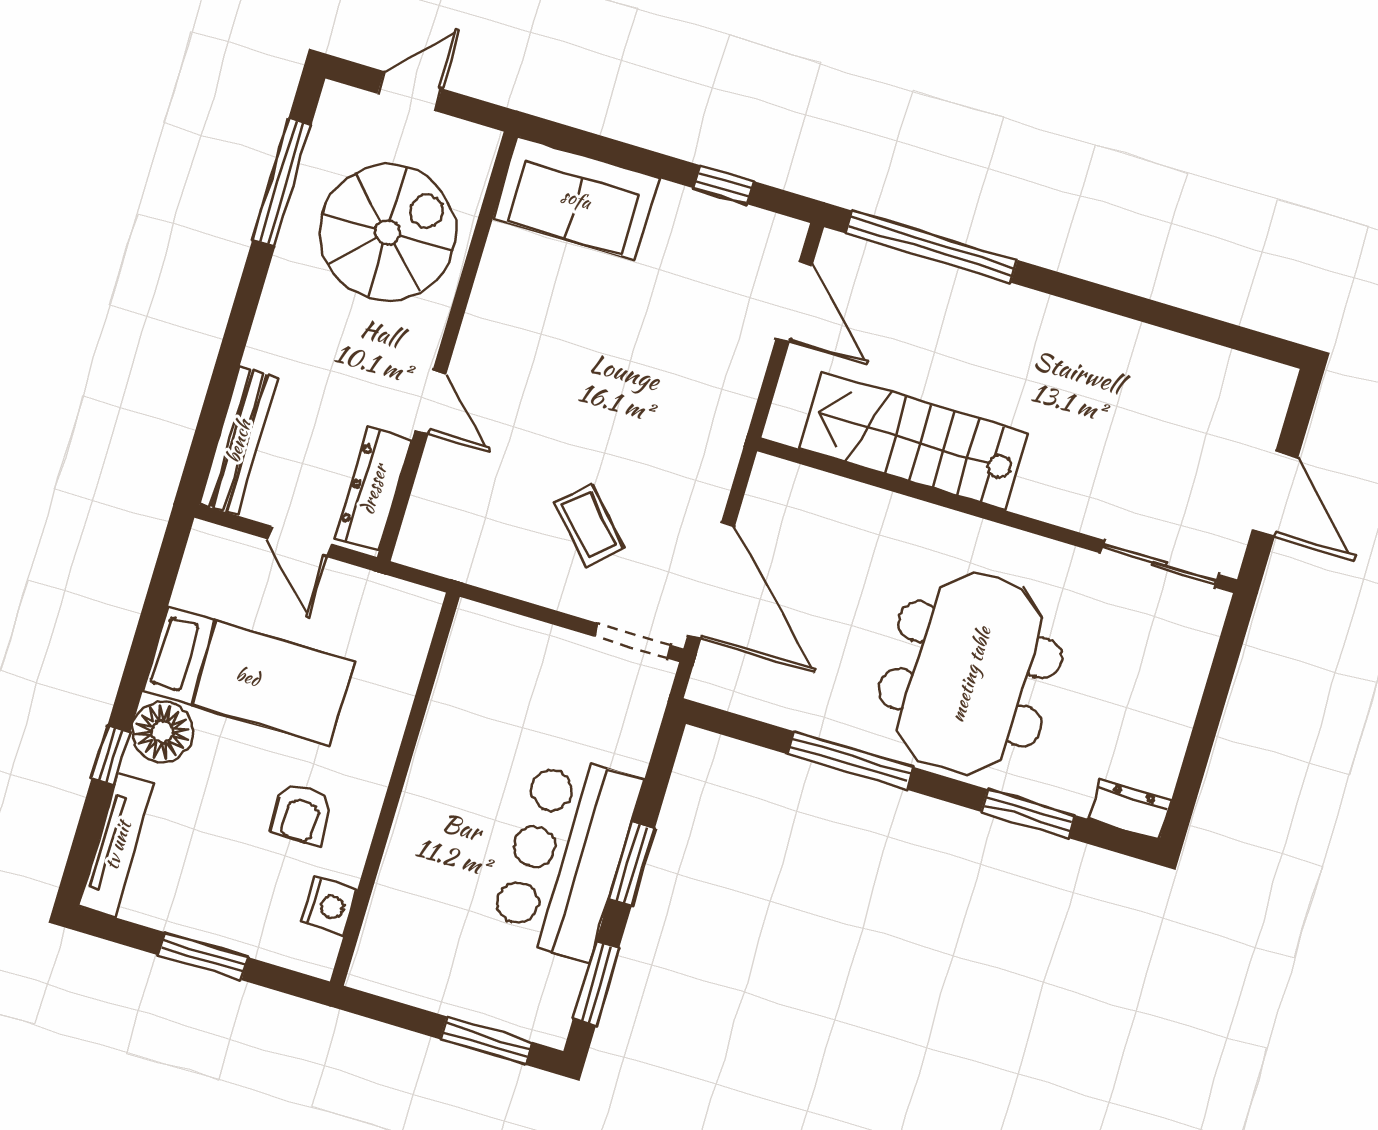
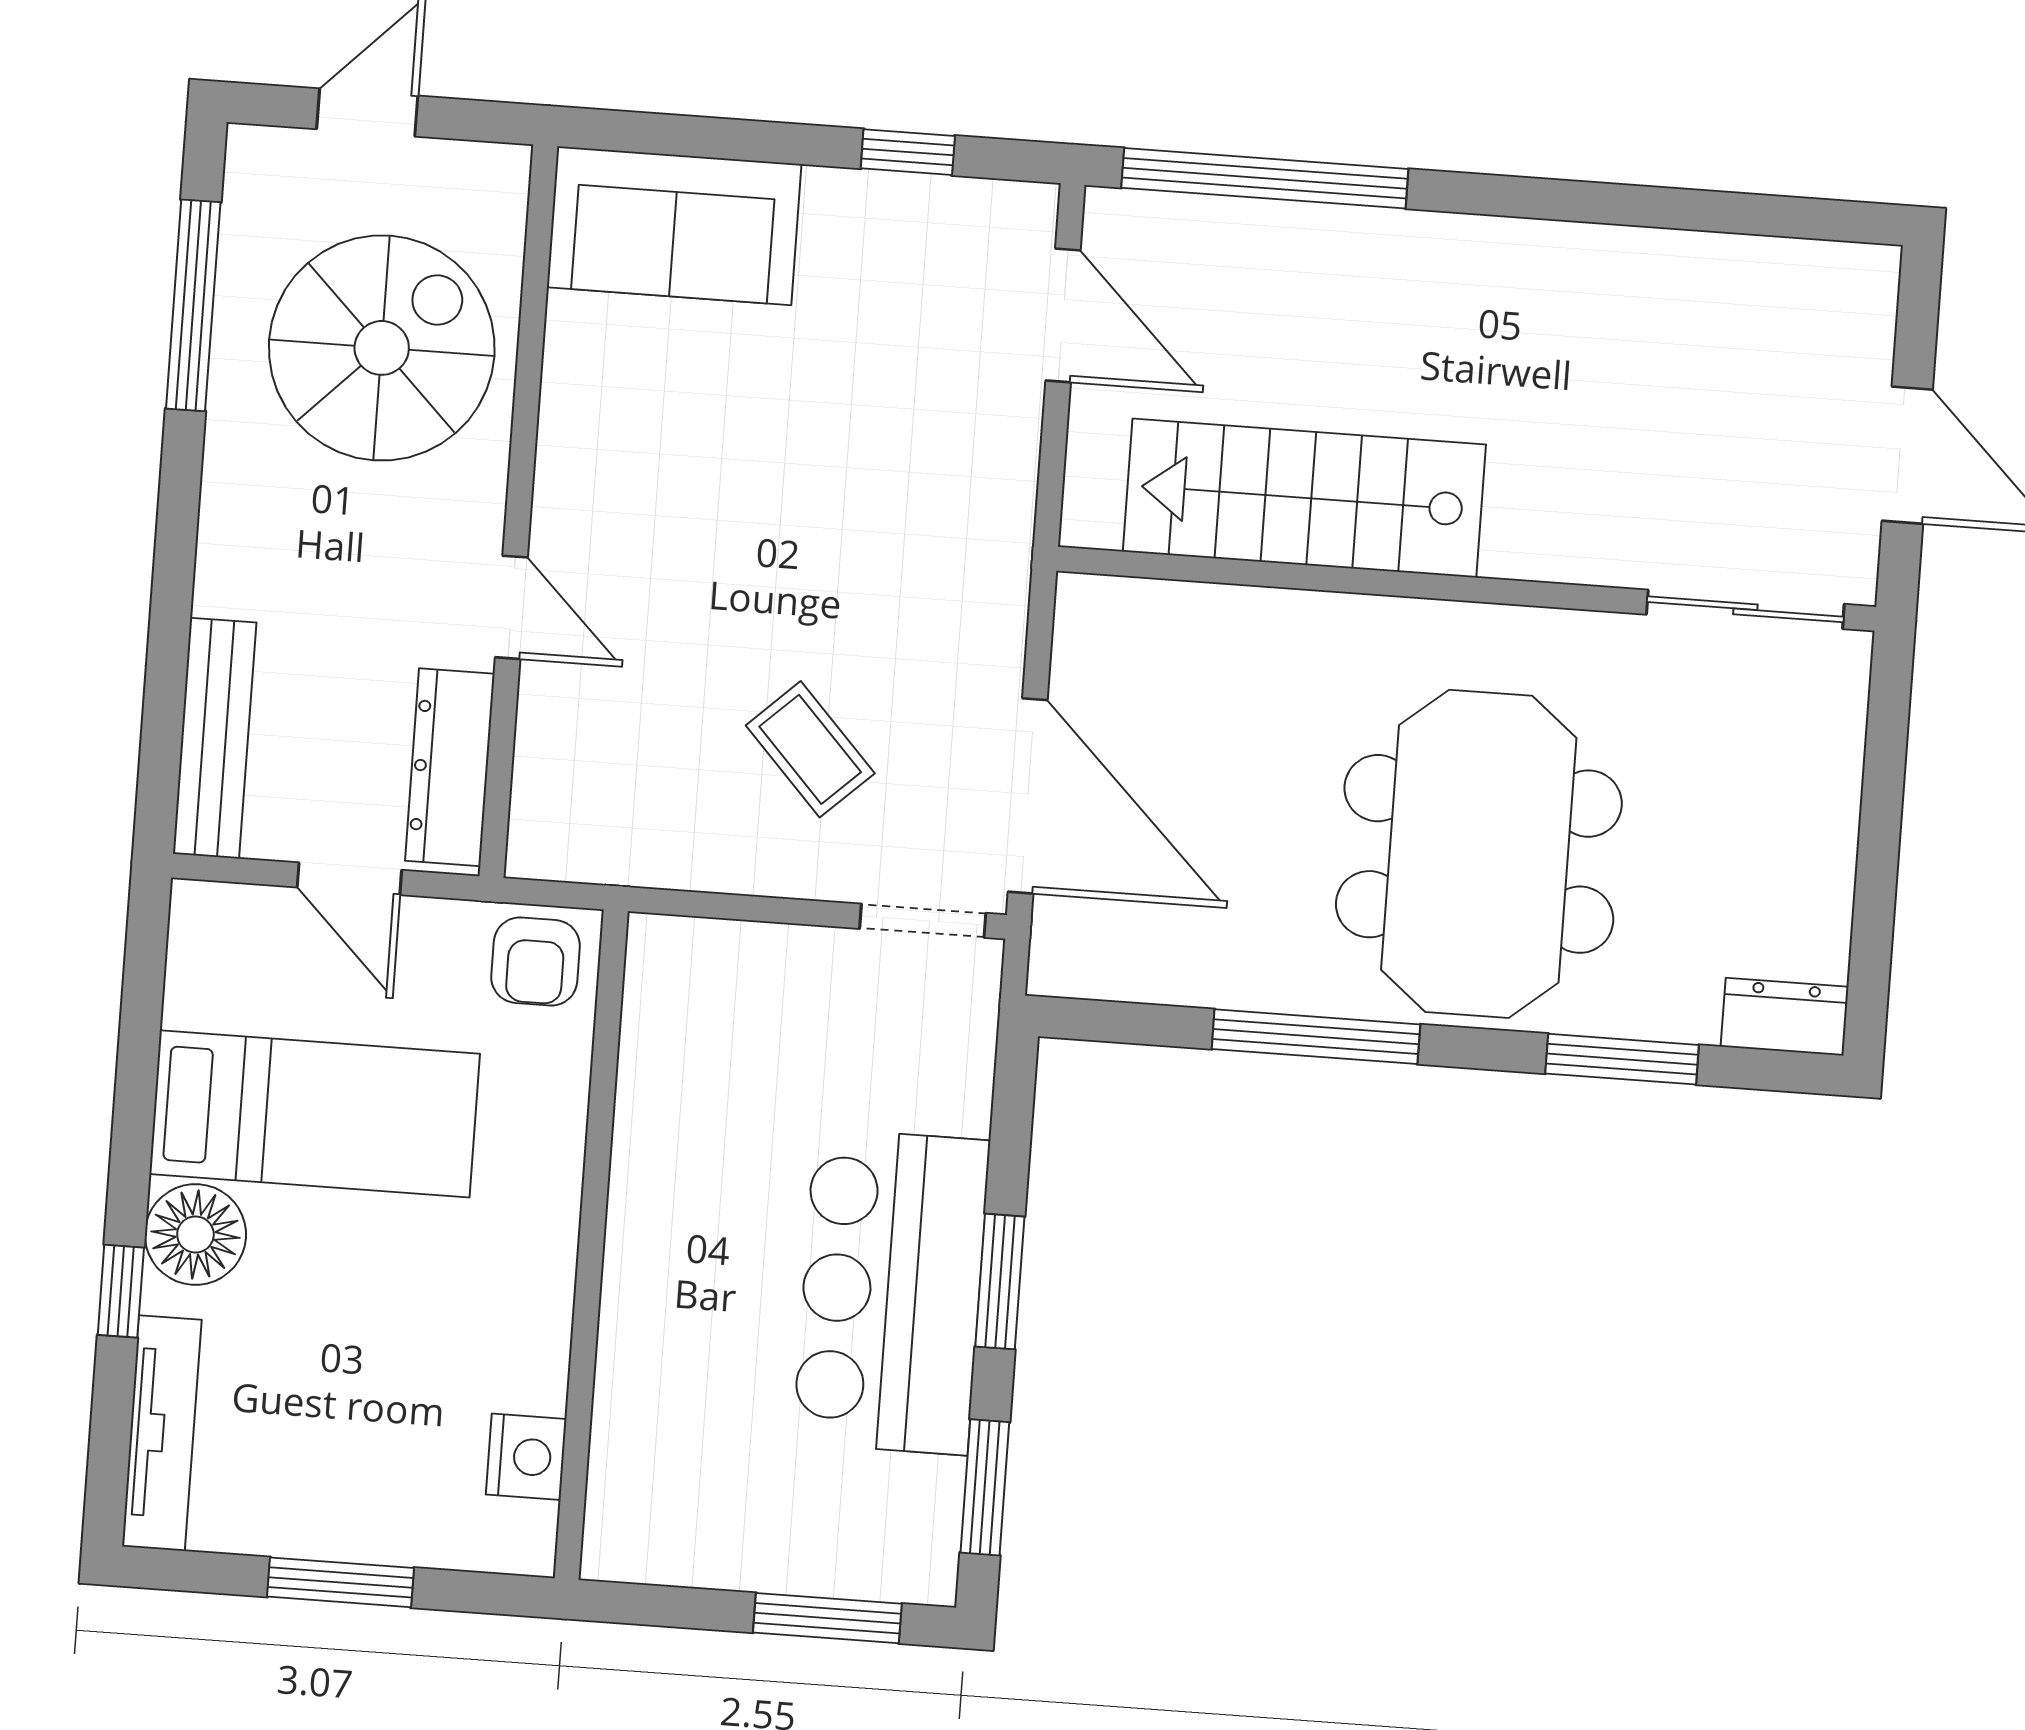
armchair: (302, 814) -> (536, 962), moved

